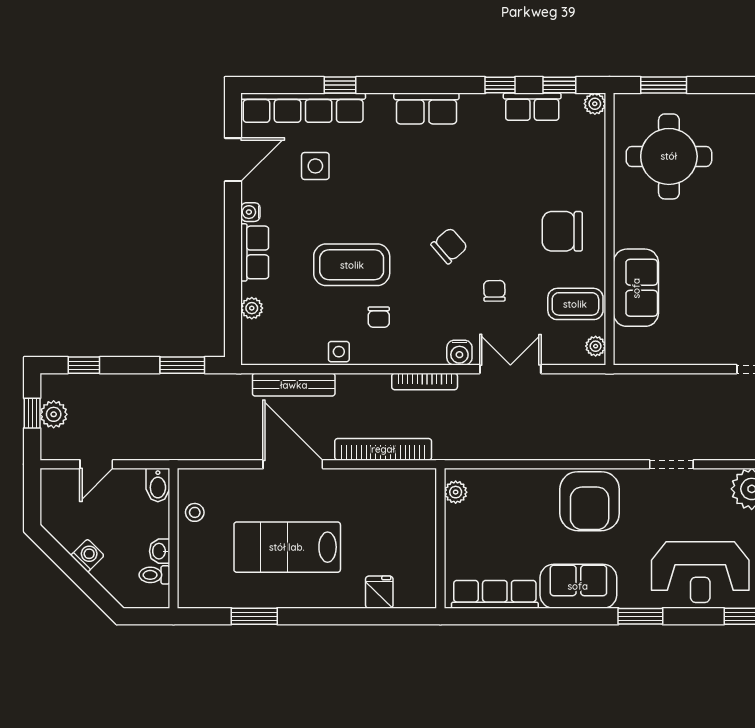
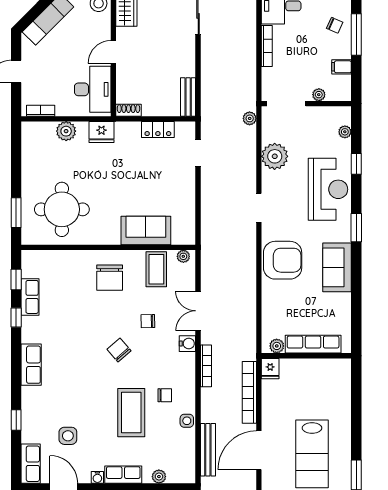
plant: (595, 104) -> (28, 257), removed
row of seats: (303, 108) -> (31, 464), width x0.50
fridge: (379, 592) -> (270, 369), moved, turned -90
row of seats: (495, 594) -> (313, 344), moved, turned 90

